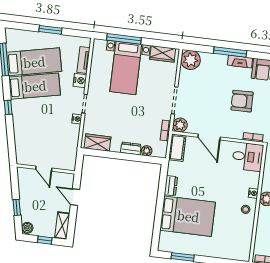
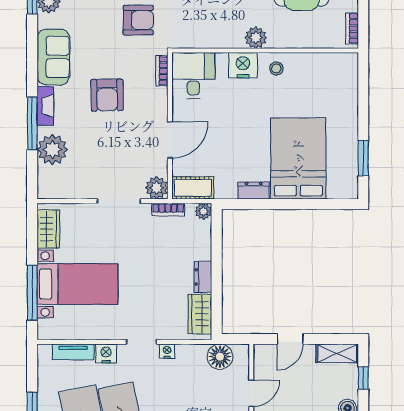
plant: (191, 60) -> (52, 150), moved
dresser: (131, 148) -> (203, 277), moved
plant: (147, 151) -> (203, 211), moved
floor lamp: (69, 152) -> (220, 357), added
nightstand: (253, 193) -> (243, 65), width x1.89, depth x1.79

